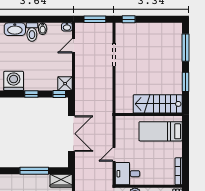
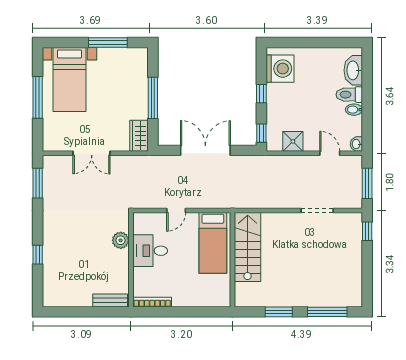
shower: (65, 84) -> (293, 141), moved
stairs: (158, 104) -> (248, 247), moved
bed: (161, 131) -> (213, 243), moved, turned 180
double door: (71, 134) -> (205, 150), swing flipped
door: (114, 154) -> (176, 210), swing flipped
desk: (127, 174) -> (150, 251), moved, turned -90

